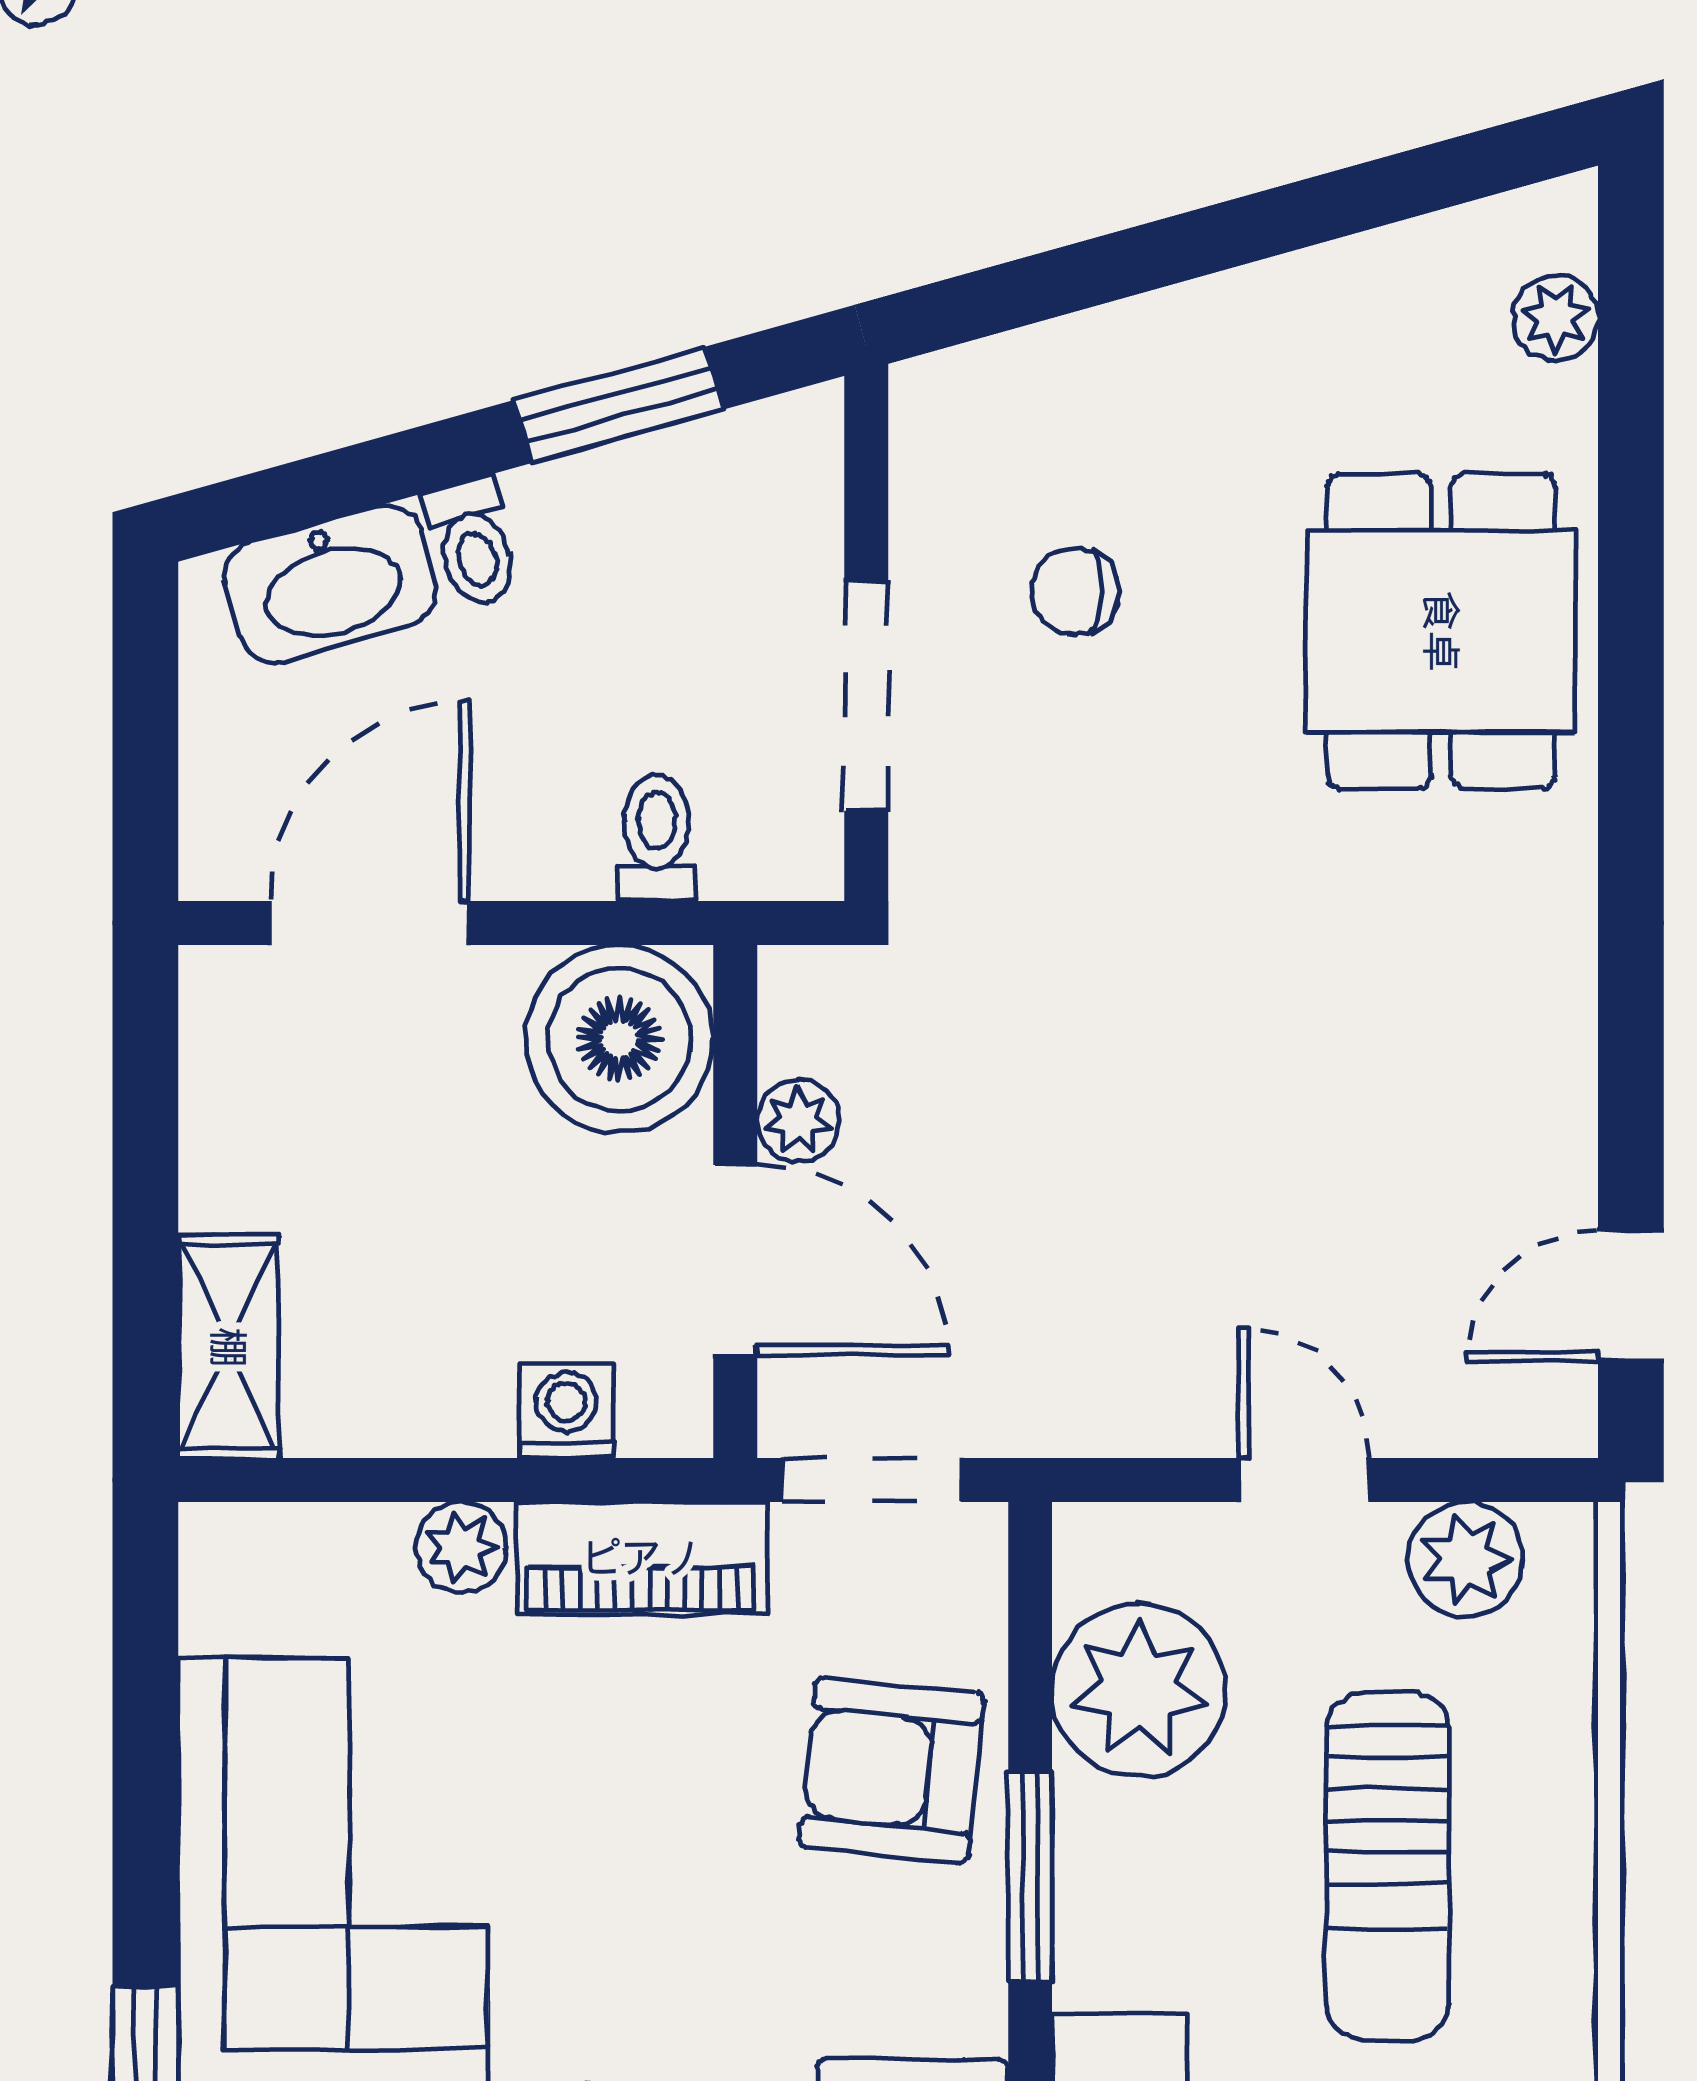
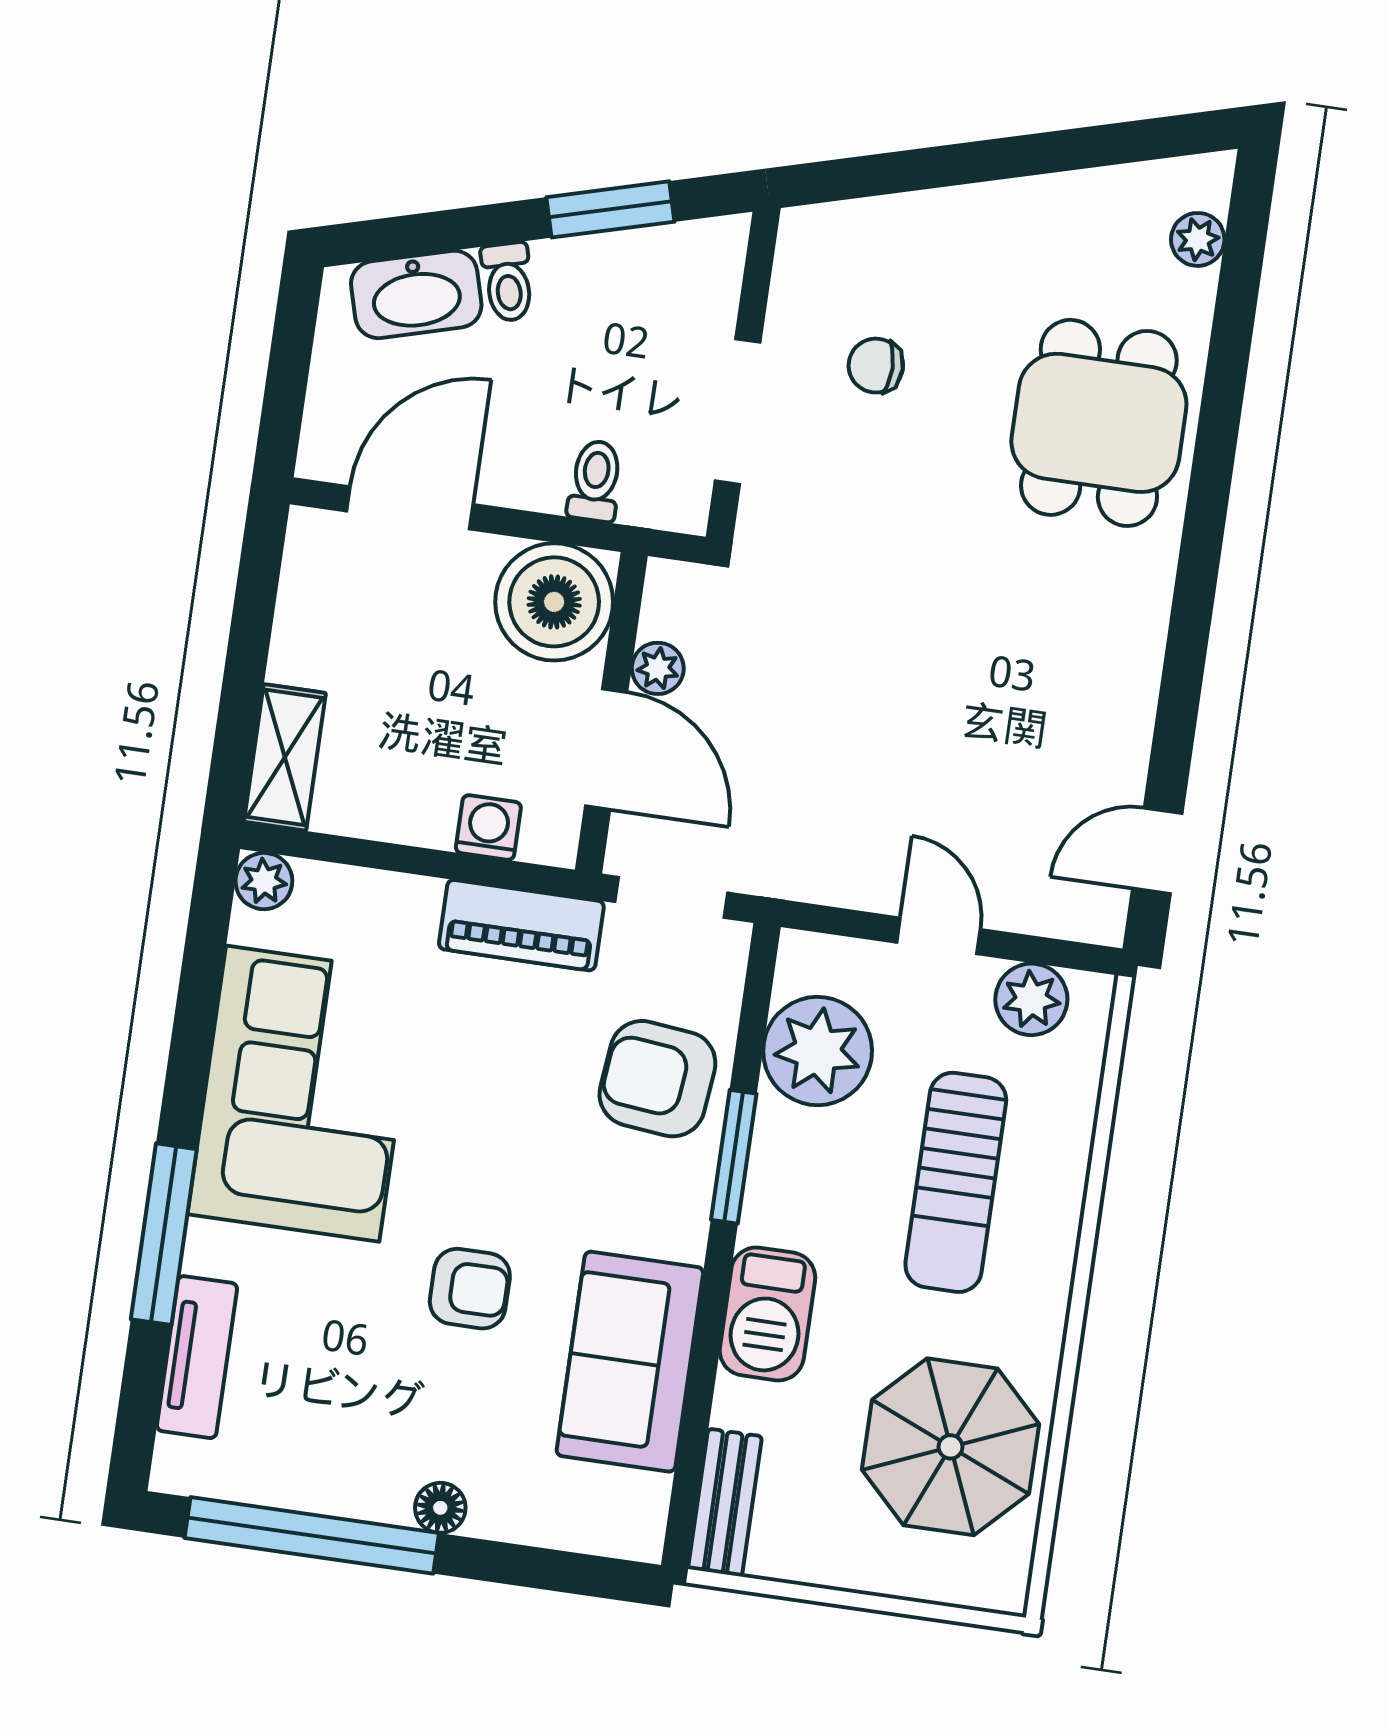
plant: (461, 1547) -> (264, 881), moved

